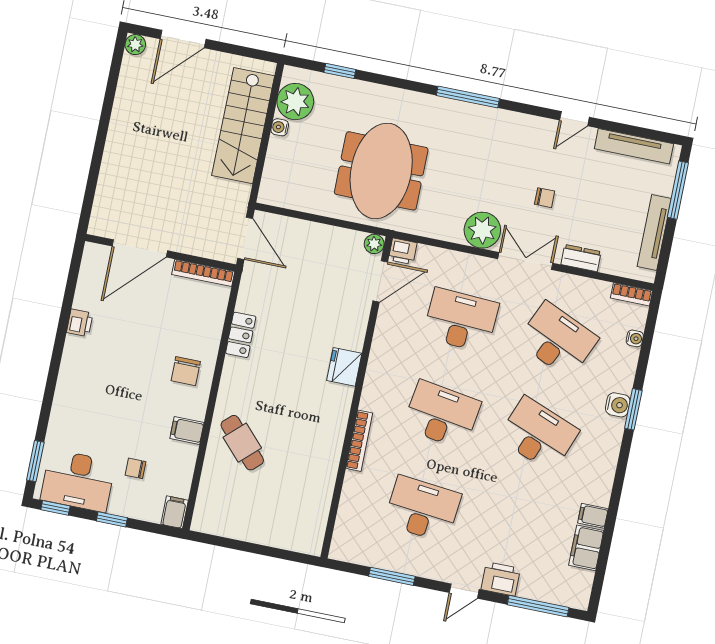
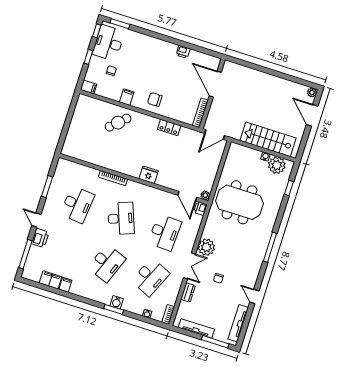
desk: (442, 415) -> (121, 218), turned -30

